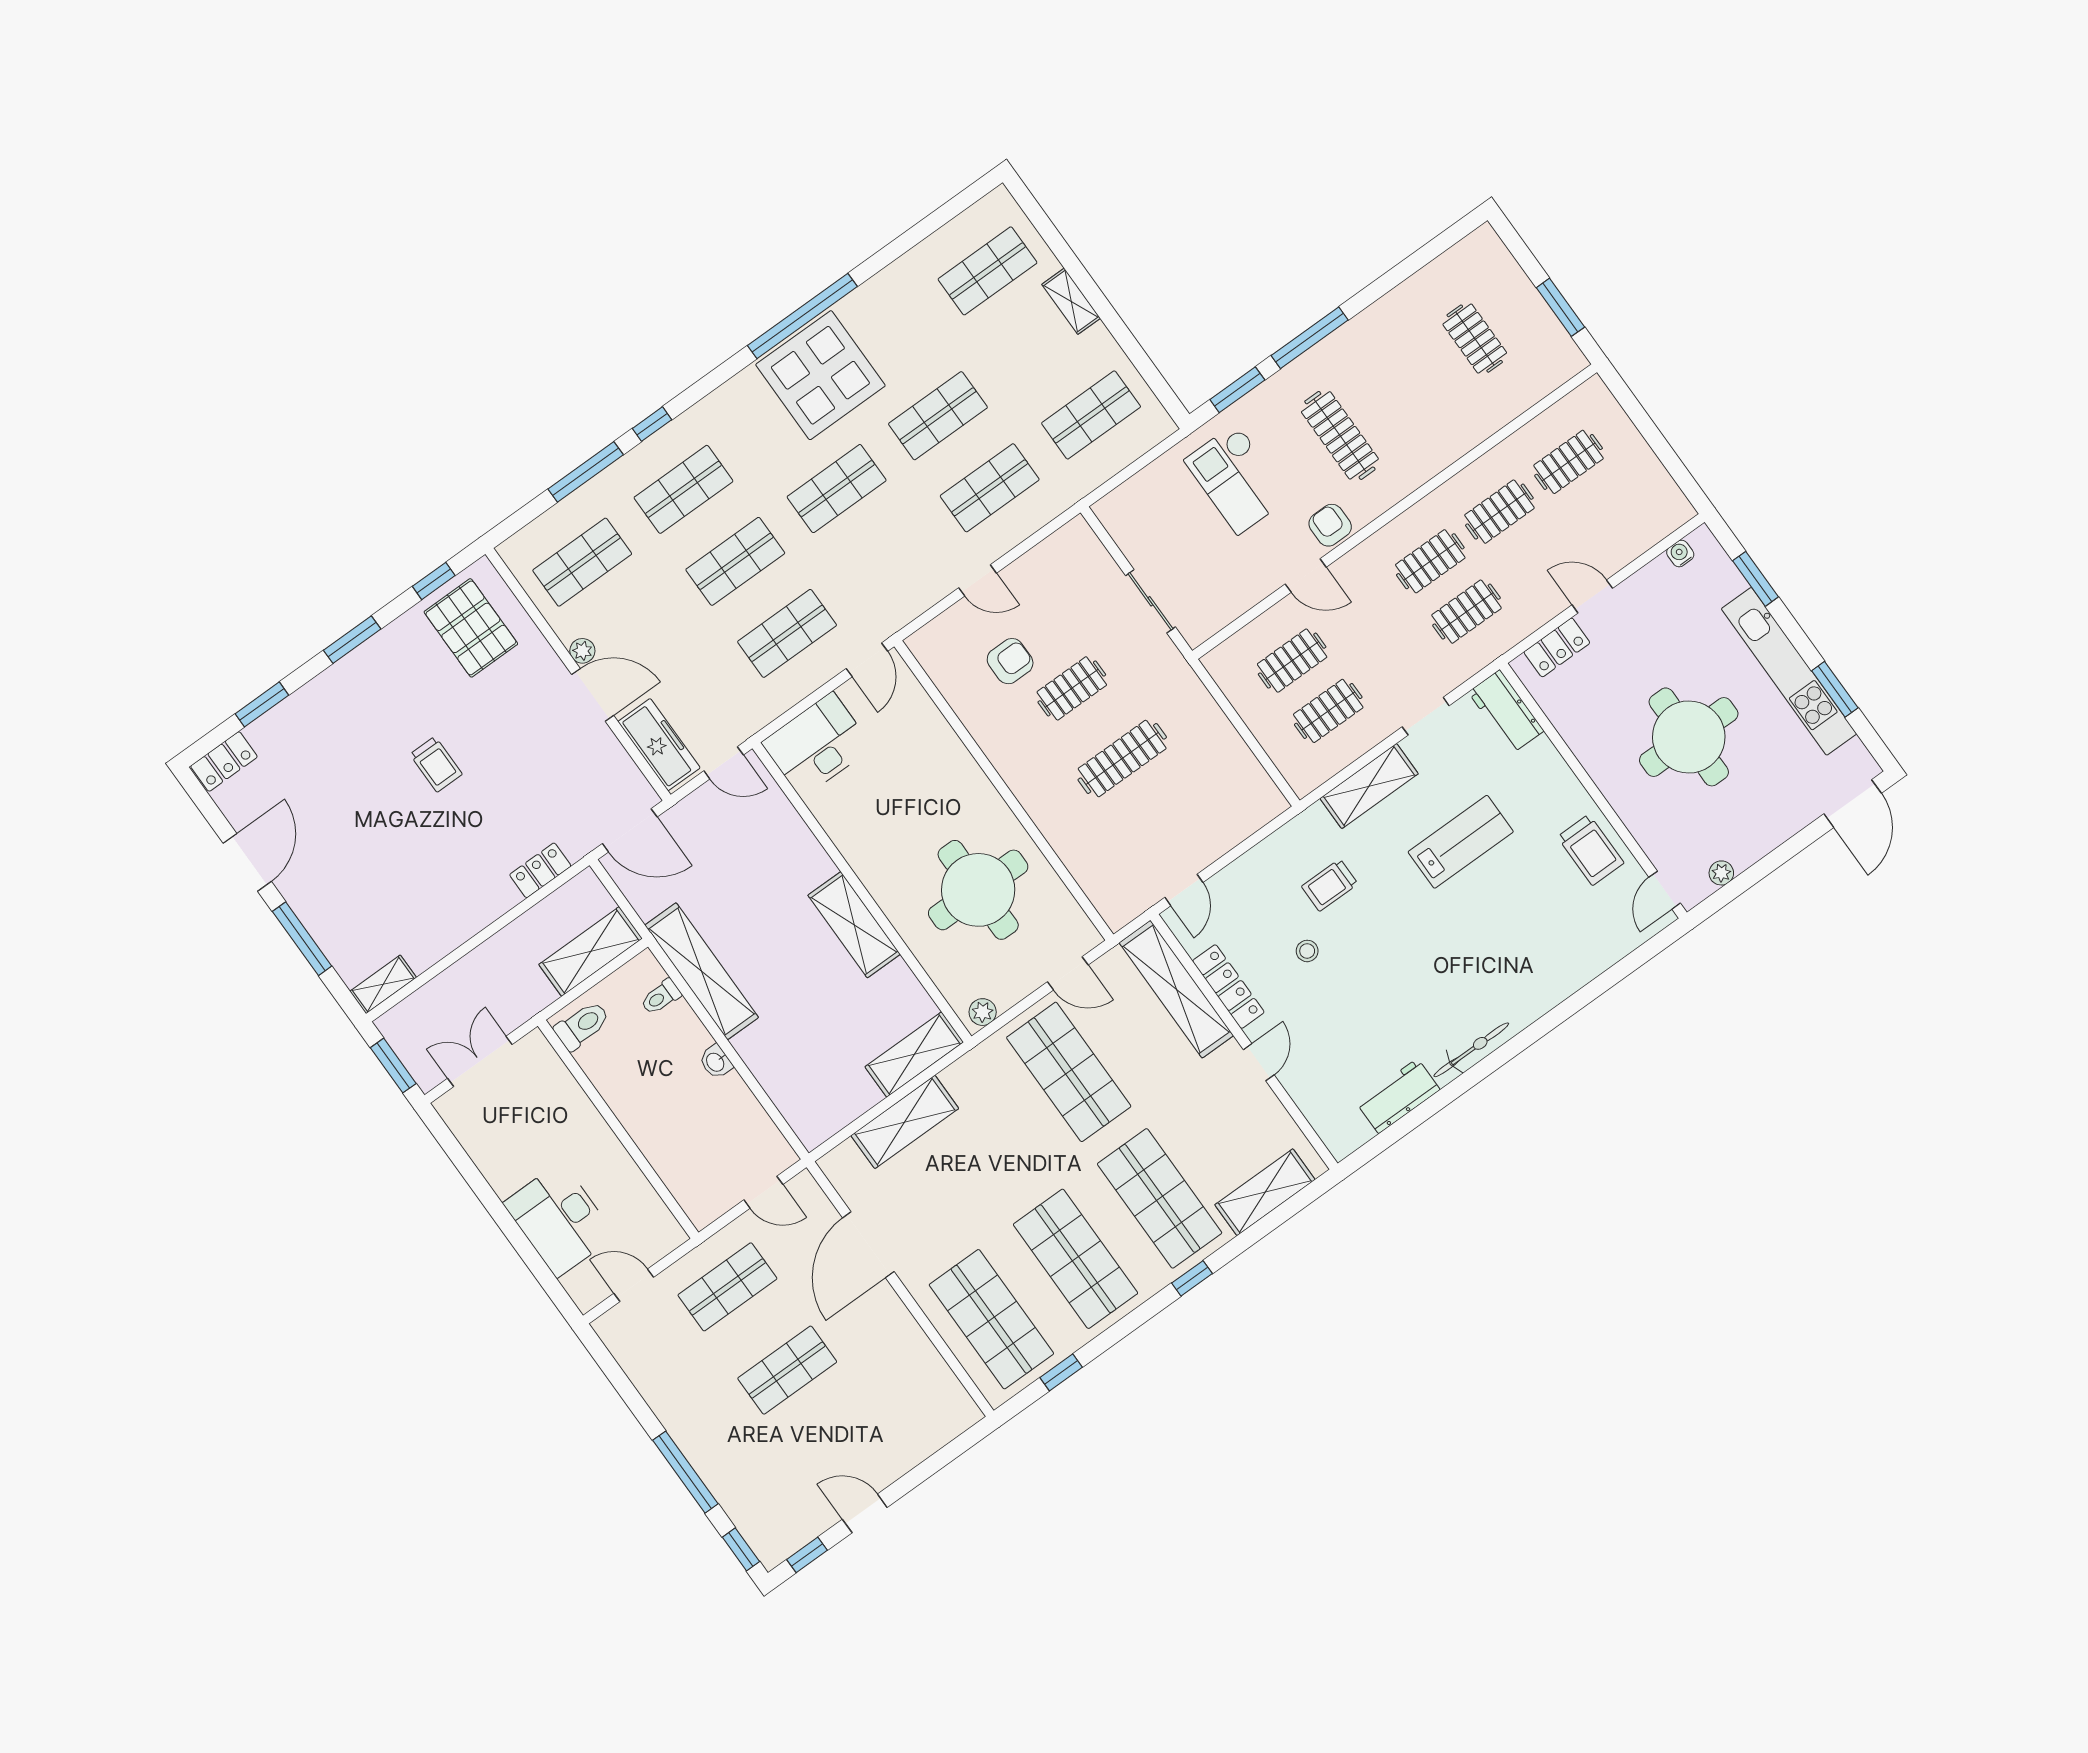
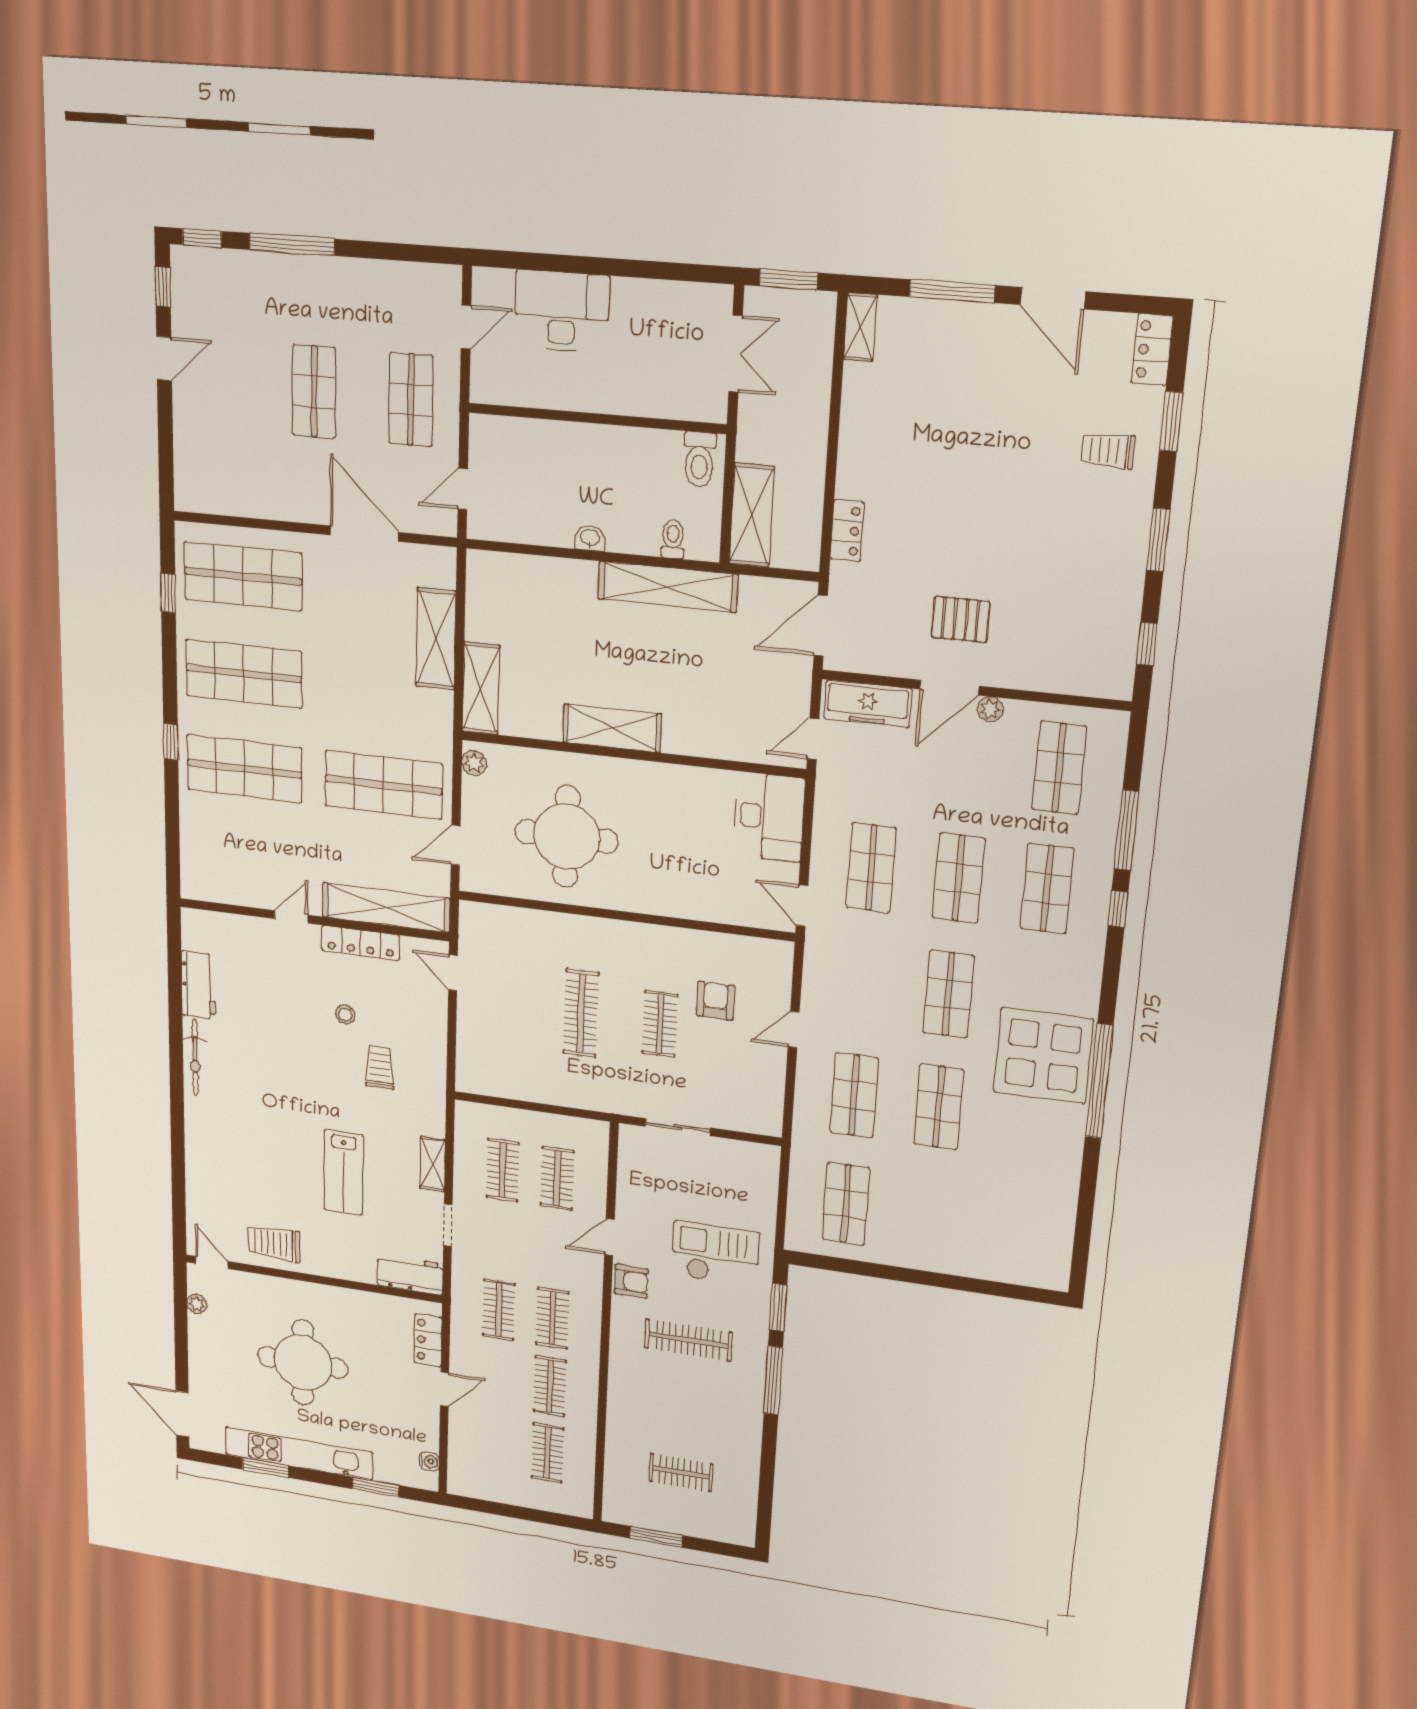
shop shelf: (988, 271) -> (1013, 1228), removed
shelving: (1071, 301) -> (940, 1261), removed
pallet: (471, 628) -> (960, 619), moved, width x0.67, depth x0.71
armchair: (1010, 661) -> (715, 1001), turned 180
trolley: (436, 764) -> (1108, 451), moved
shelving: (1369, 786) -> (433, 1164), width x0.67, depth x0.75
door: (1259, 1062) -> (291, 917), swing flipped
shelving: (1265, 1192) -> (196, 843), removed

